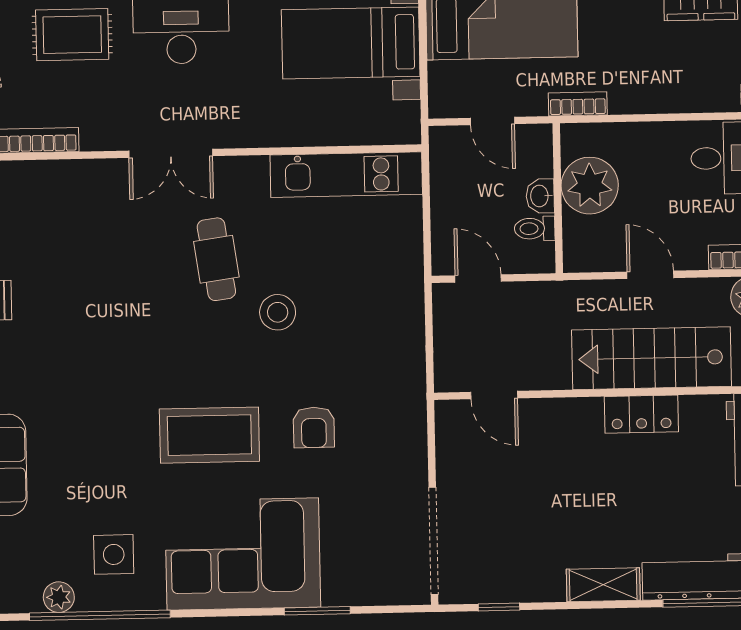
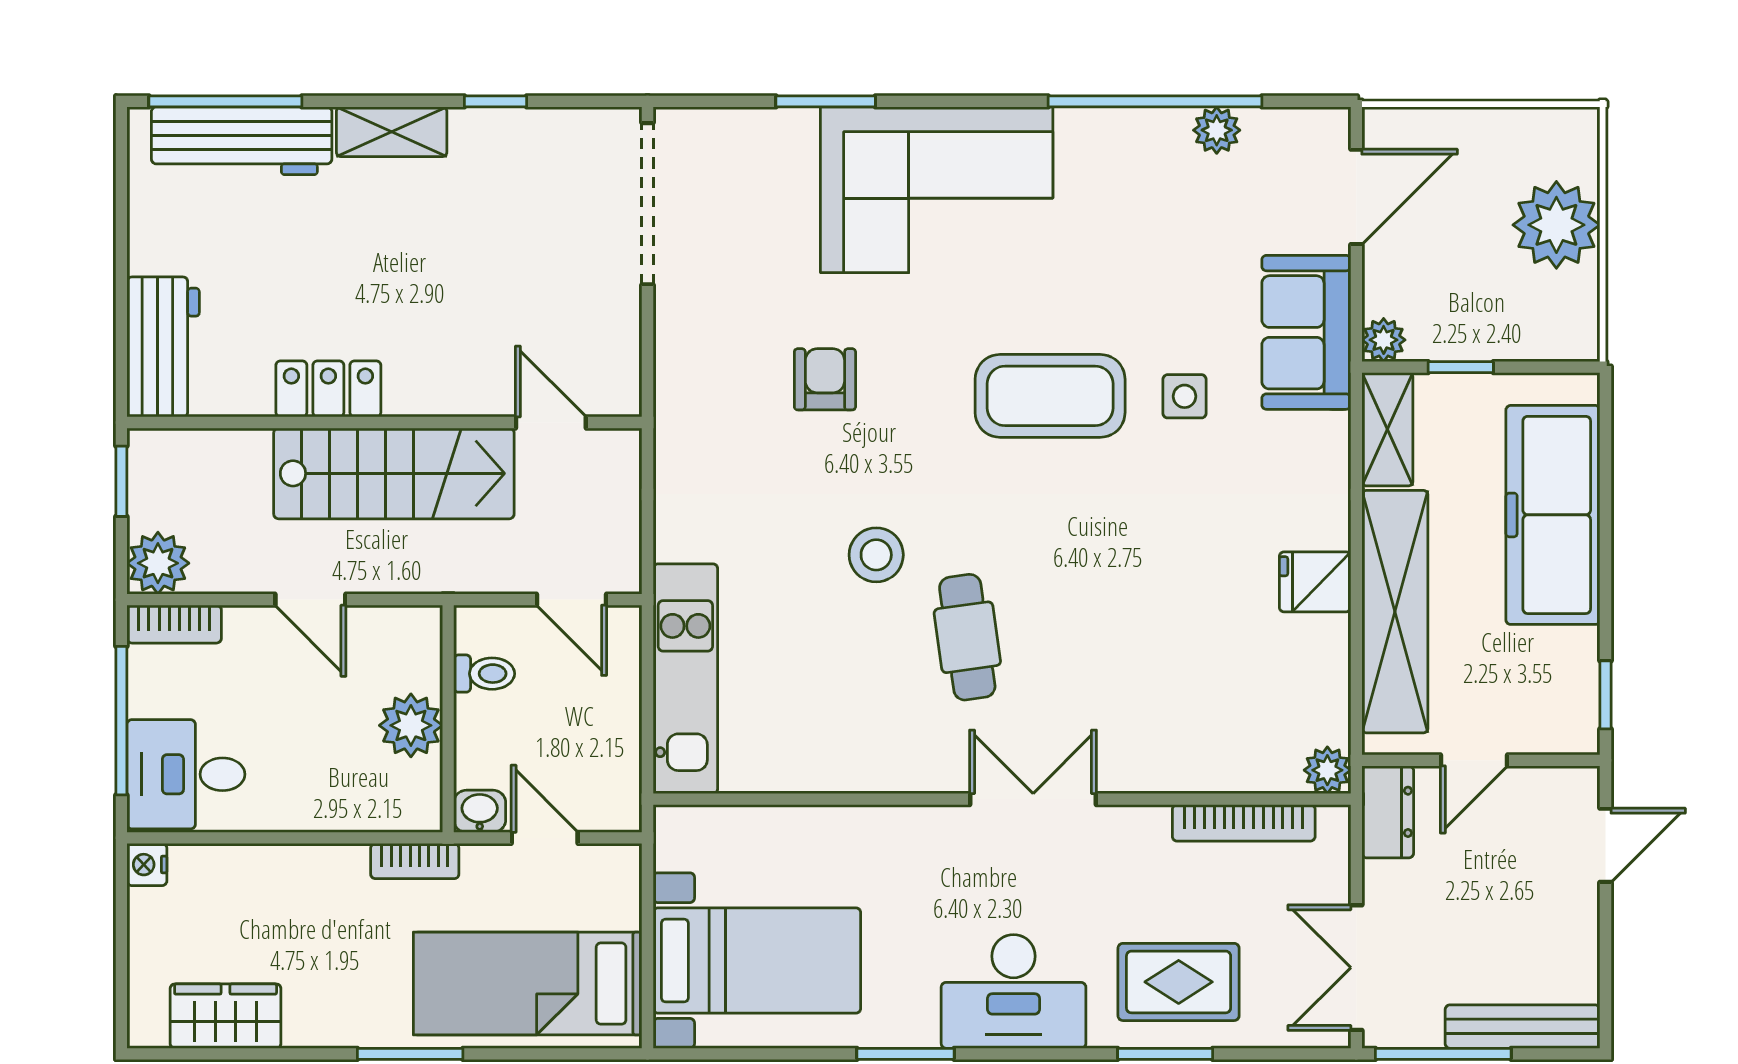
kitchen unit: (346, 175) -> (685, 679), moved, turned 90
plant: (590, 186) -> (411, 725), width x0.73, depth x0.73
washbasin: (540, 196) -> (480, 811), moved, turned -90
stairs: (651, 358) -> (394, 473), moved
coffee table: (209, 435) -> (1050, 396), moved
side table: (114, 554) -> (1185, 396), moved, width x0.73, depth x0.73
window: (499, 607) -> (495, 101), moved

